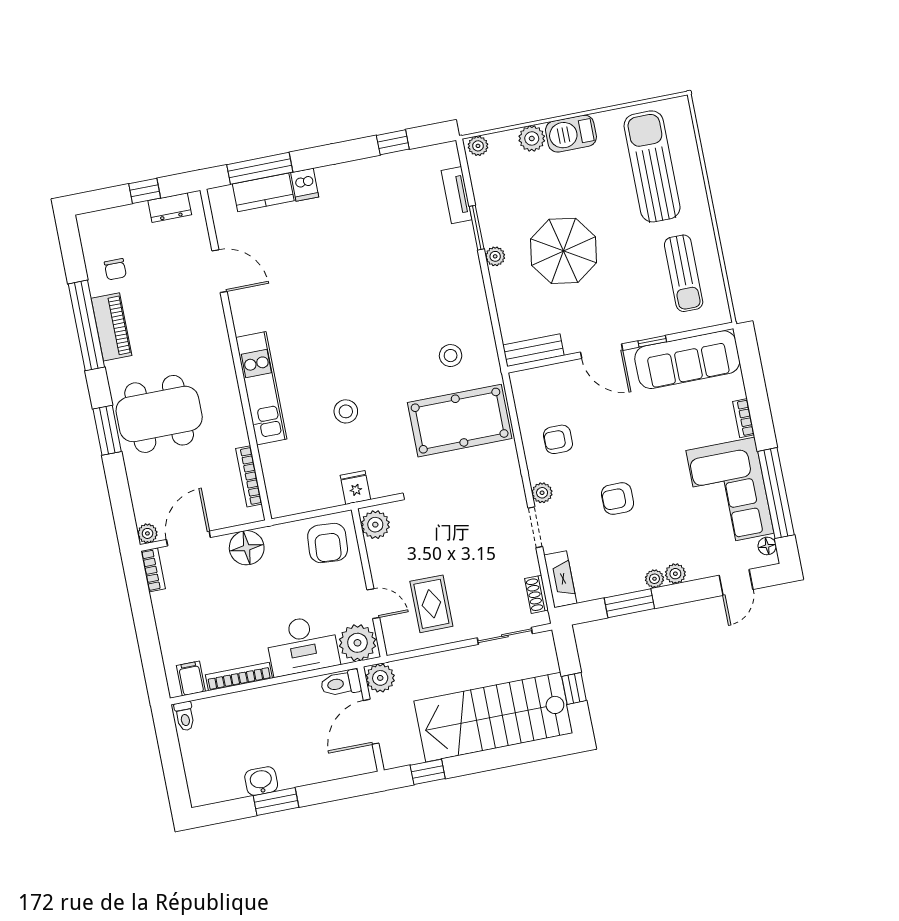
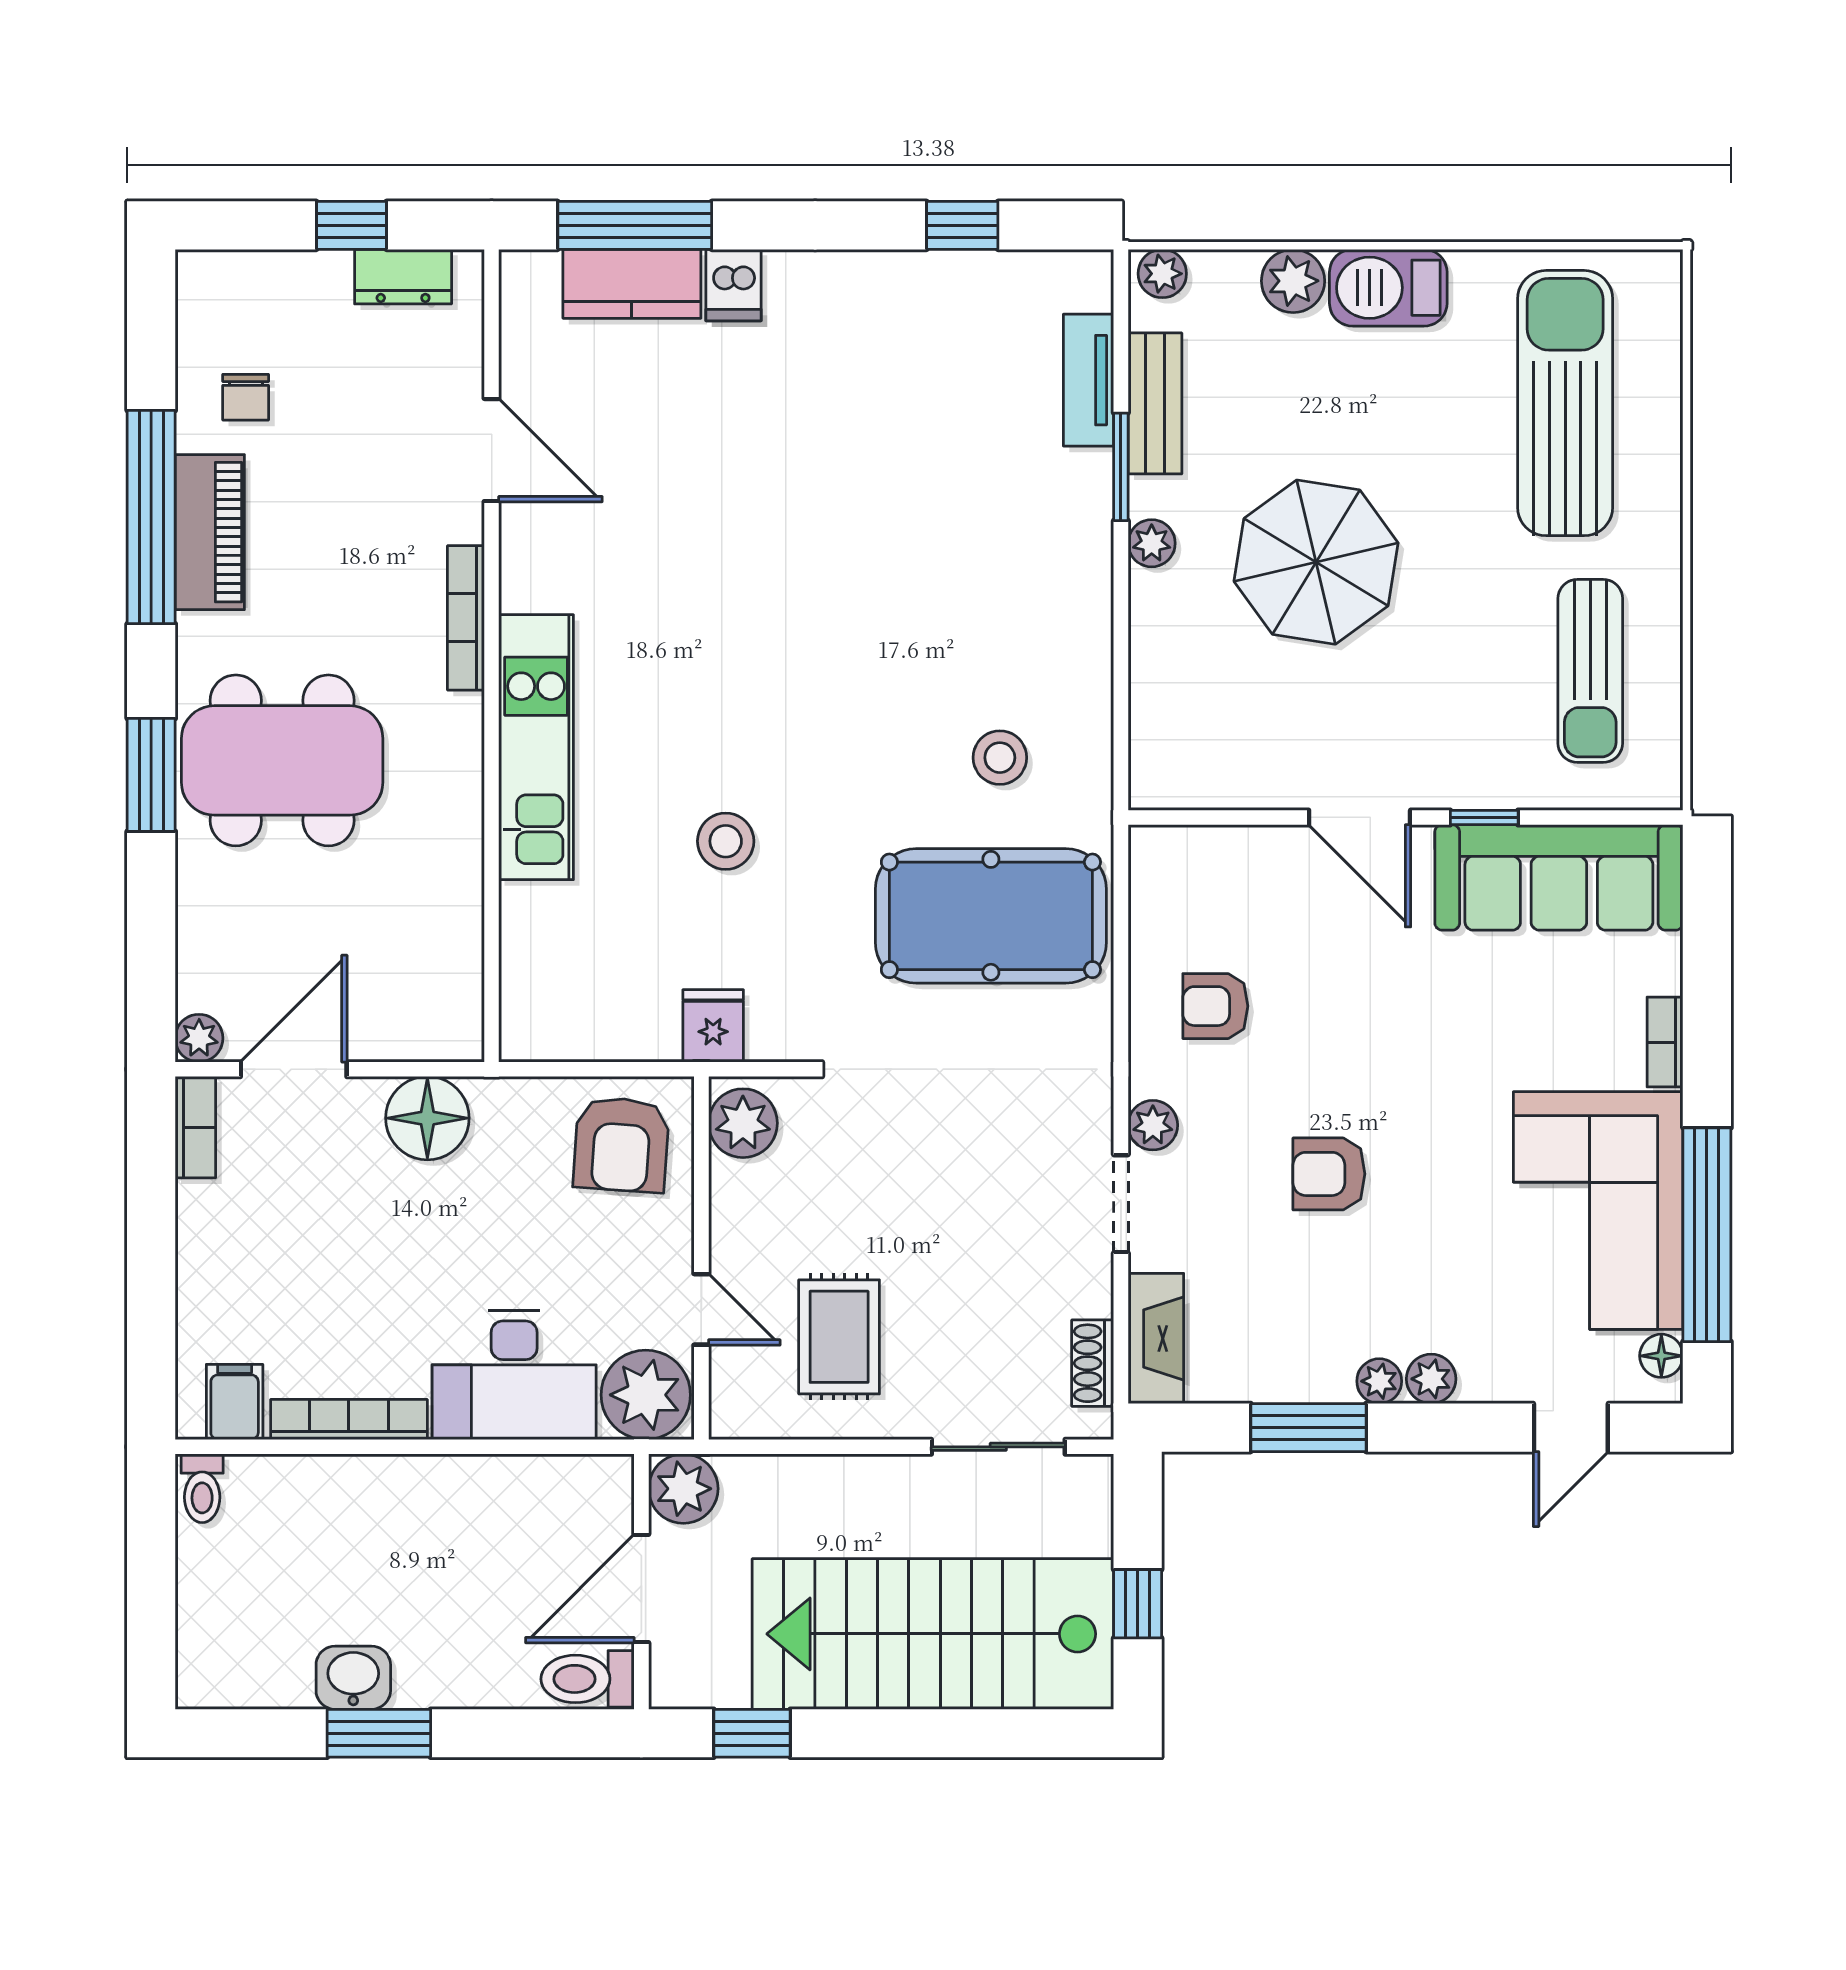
bench: (533, 350) -> (1155, 403), moved, turned 90
bookcase: (249, 476) -> (466, 618), moved
toilet: (341, 683) -> (588, 1679), moved

